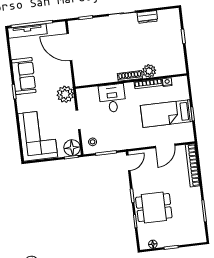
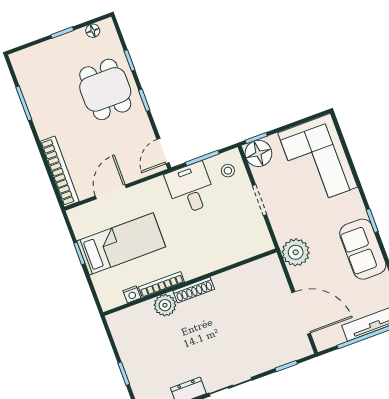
plant: (65, 94) -> (296, 252), moved
desk: (112, 98) -> (190, 188), moved, turned 180
dining table: (154, 208) -> (105, 89), turned 90

